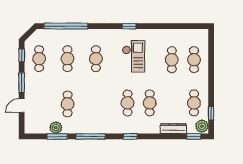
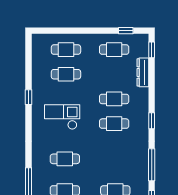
window: (129, 26) -> (29, 97), moved
plant: (202, 126) -> (140, 41), removed

